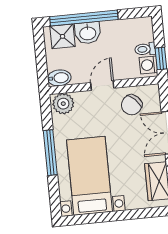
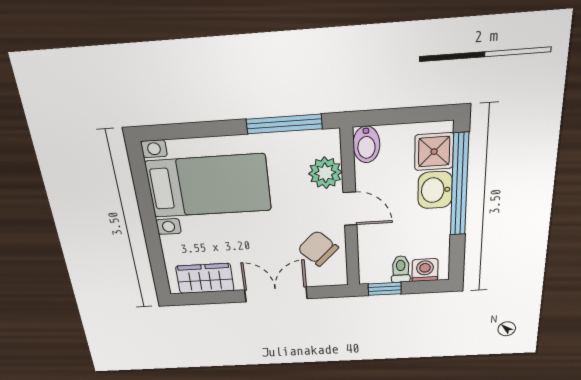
washing machine: (148, 65) -> (425, 270), moved
plant: (63, 104) -> (325, 173), moved
window: (50, 153) -> (284, 124), moved

